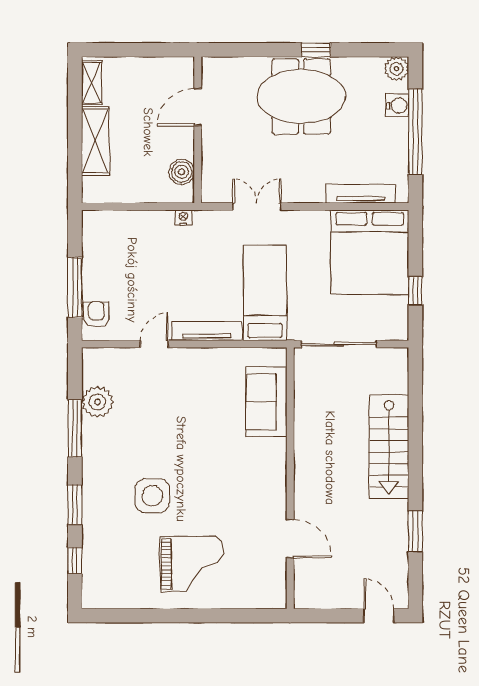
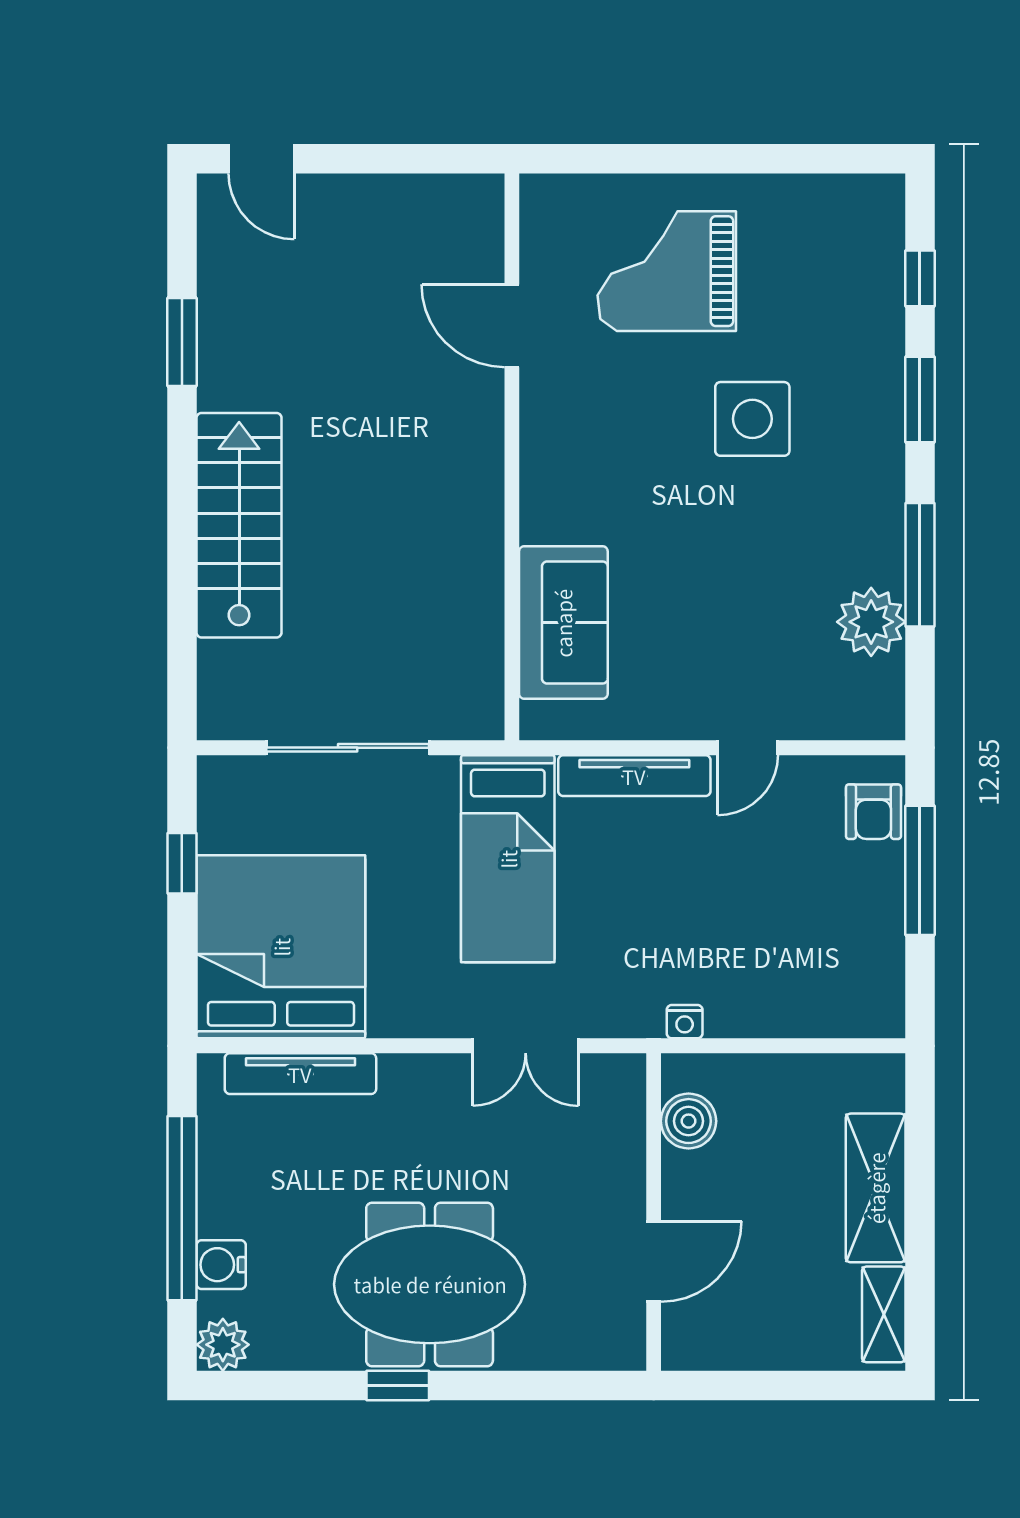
sofa: (266, 402) -> (563, 623), moved
wall: (290, 478) -> (512, 457), moved
door: (290, 539) -> (512, 326), moved

